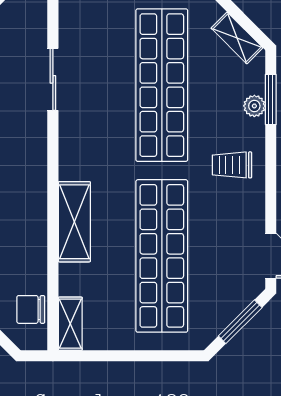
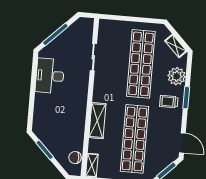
window: (271, 100) -> (186, 98), moved
plant: (254, 106) -> (177, 76), width x1.88, depth x1.88

